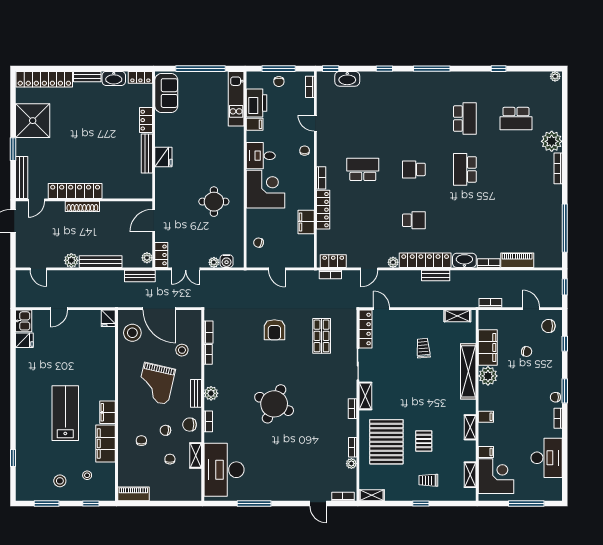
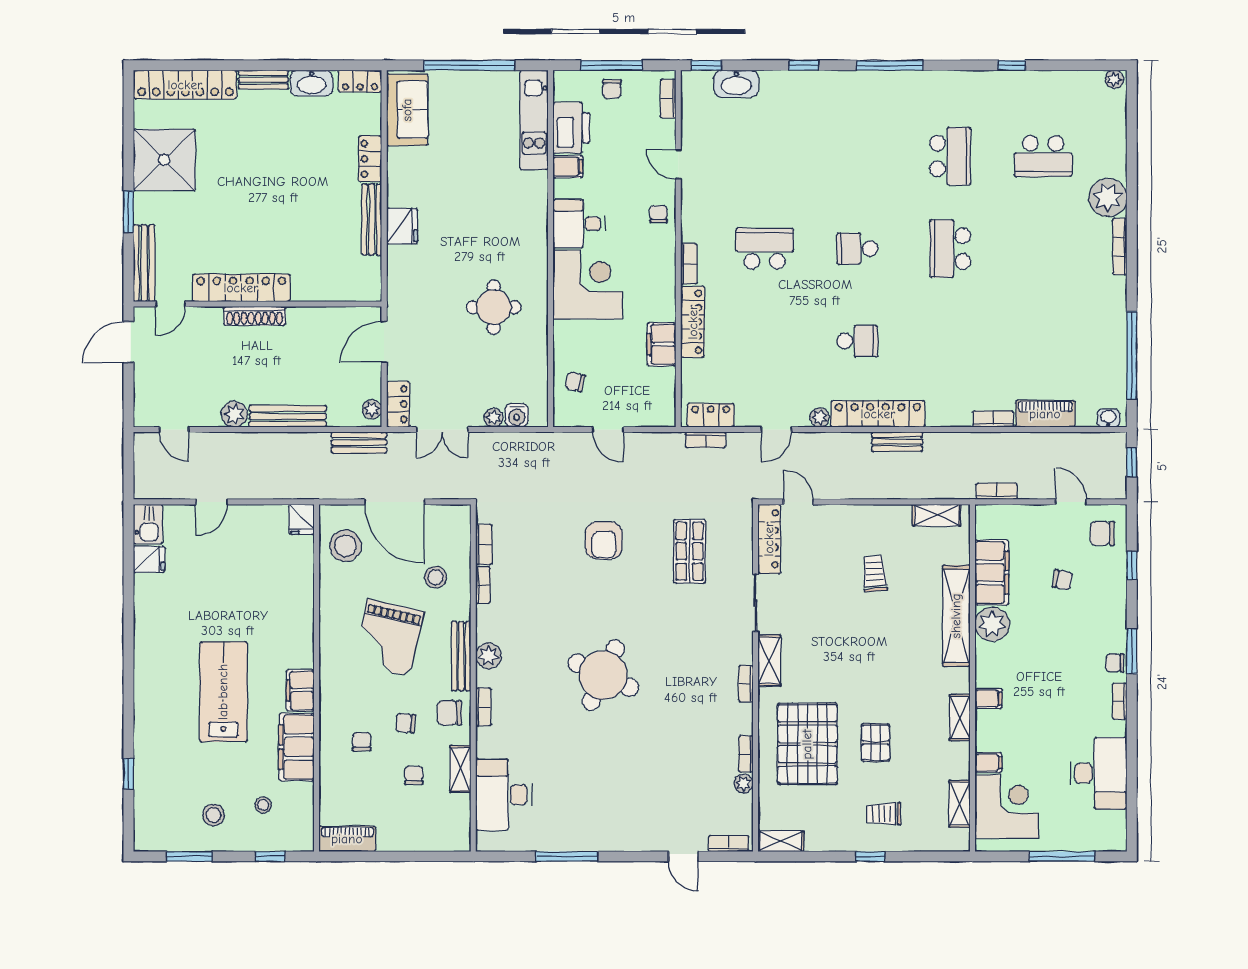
washbasin: (464, 260) -> (1108, 418), moved, width x0.52, depth x0.69
bench: (196, 393) -> (461, 656), width x1.36
desk: (224, 470) -> (504, 795), width x0.73, depth x0.77

